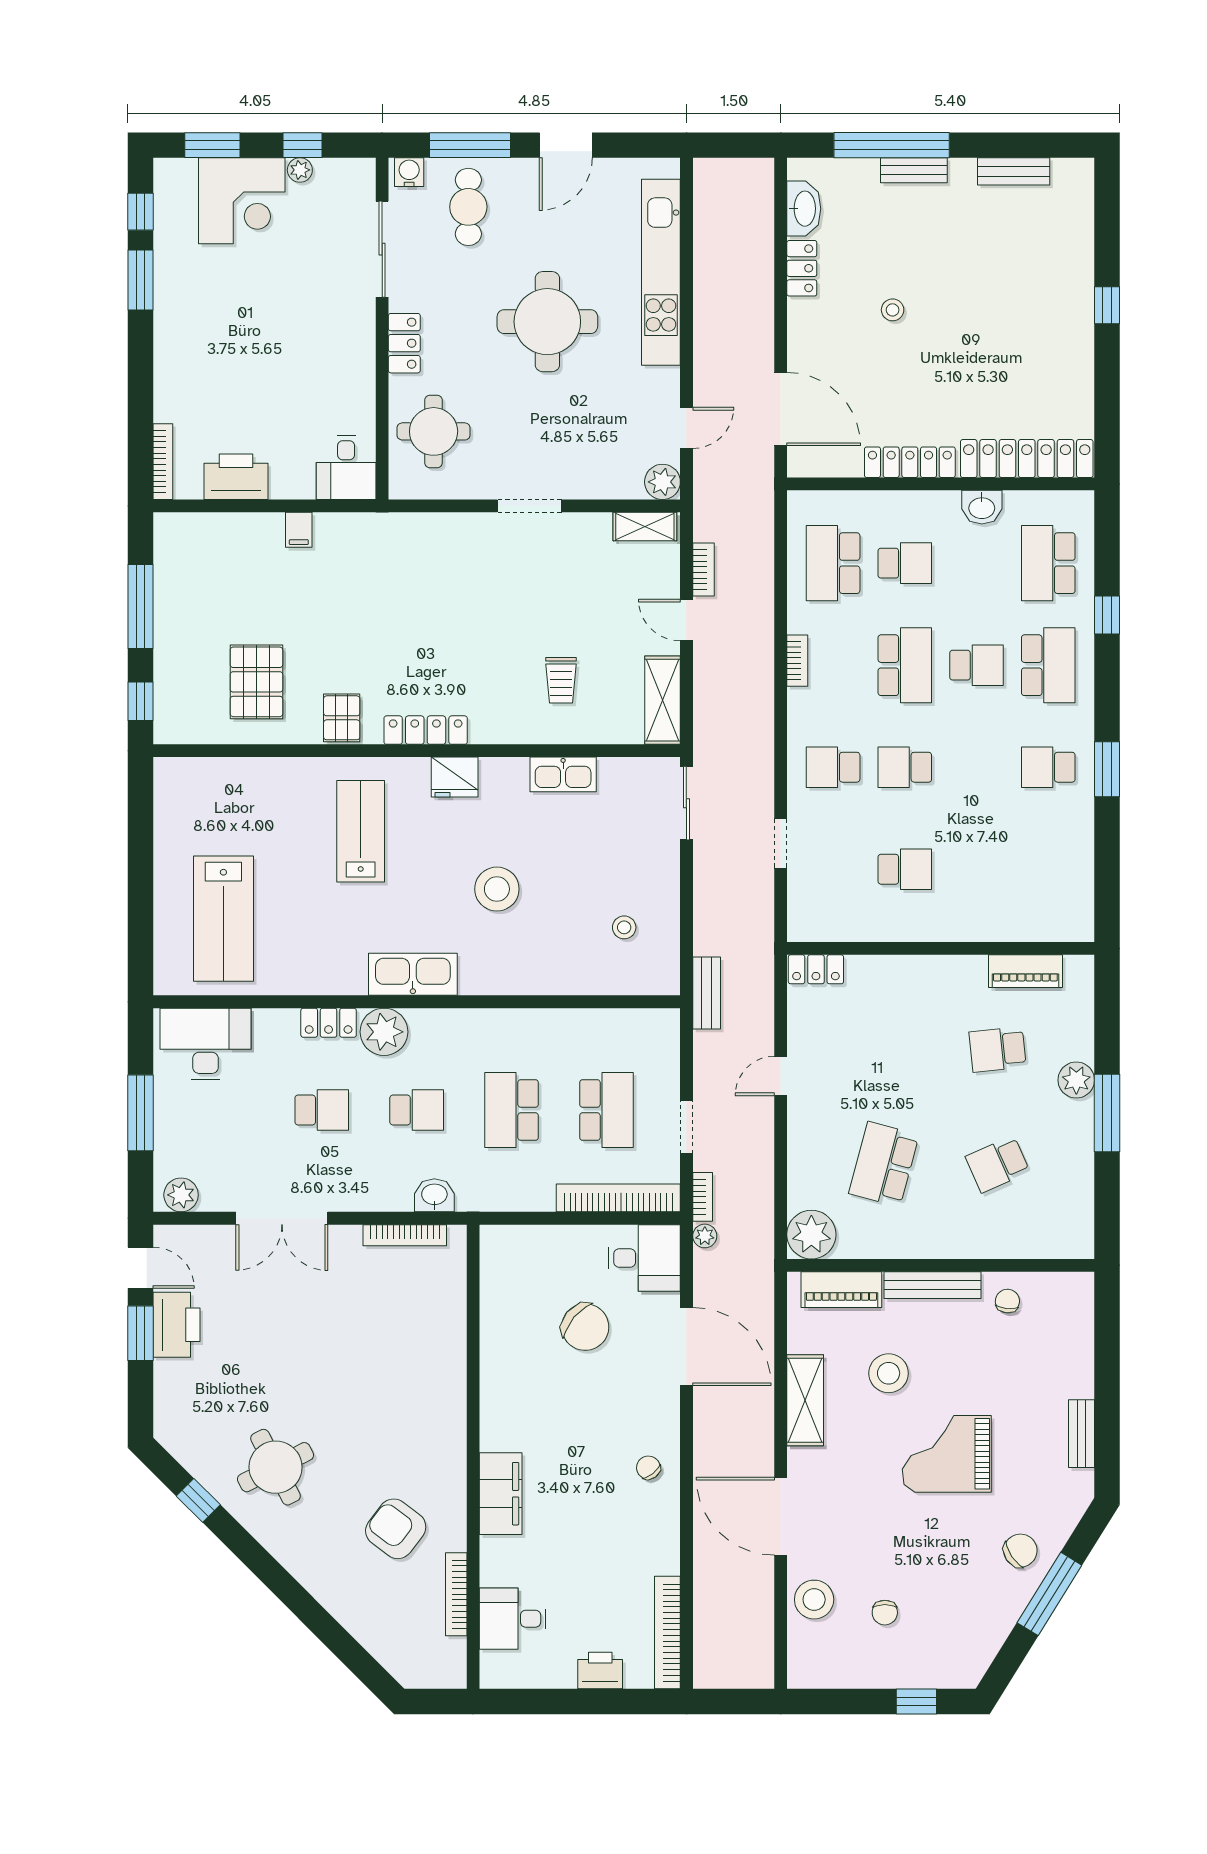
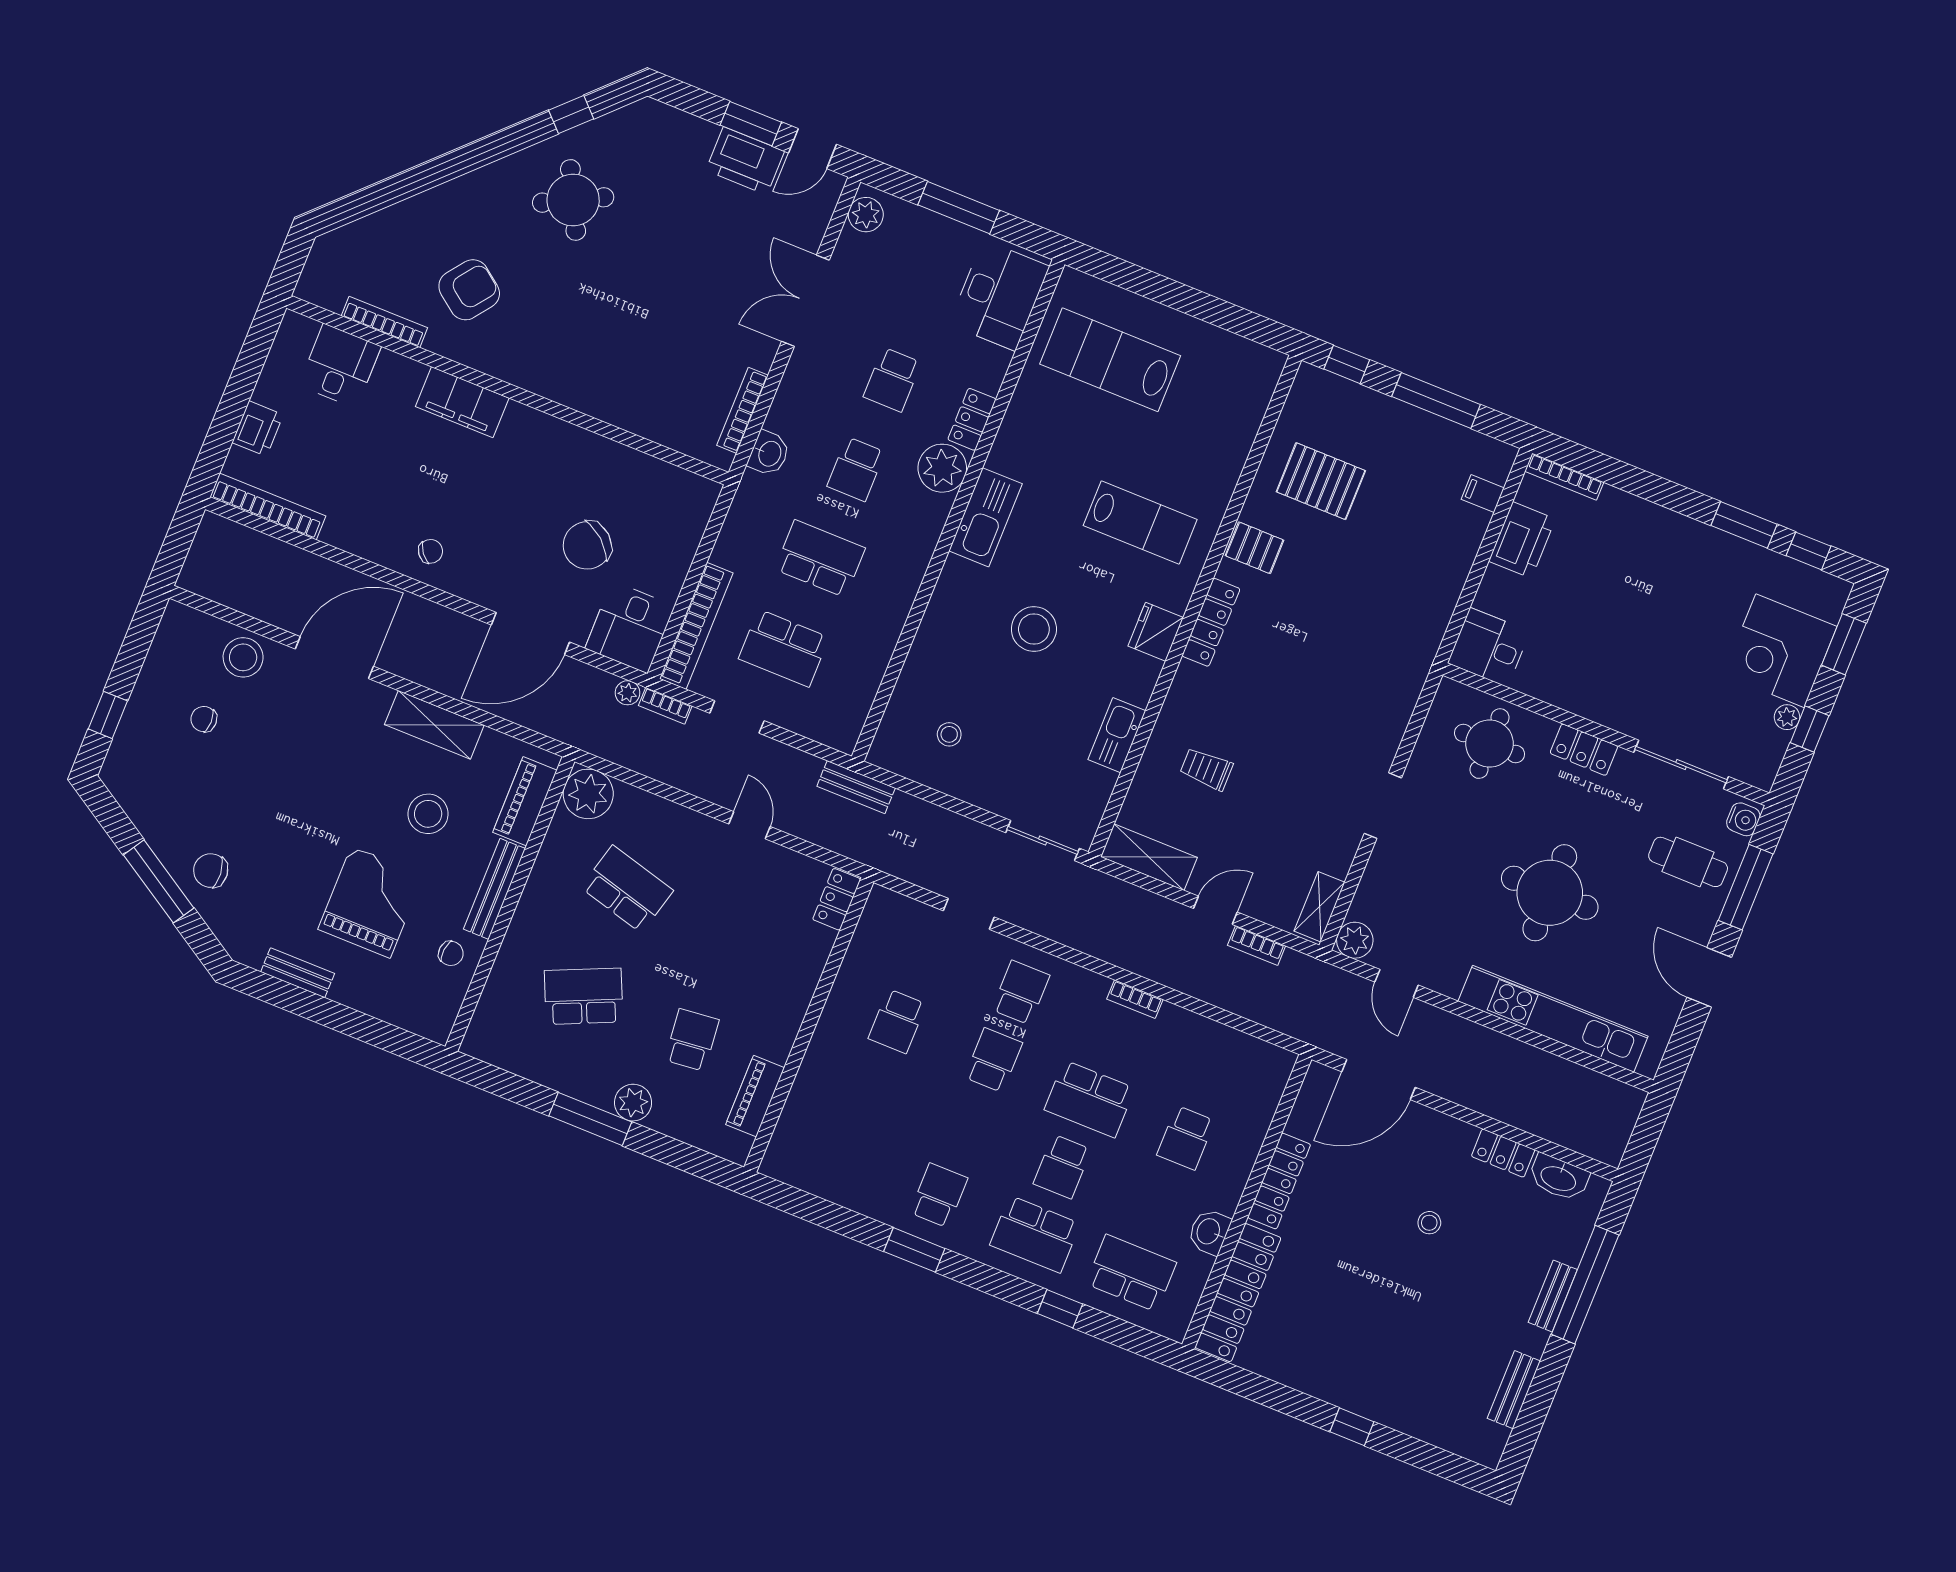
filing cabinet: (299, 530) -> (1483, 494), moved
school desk: (833, 563) -> (1213, 1070), removed
school desk: (998, 1164) -> (584, 996), width x1.85
grand piano: (947, 1454) -> (371, 902), moved
chair: (1020, 1551) -> (211, 871), turned 119

